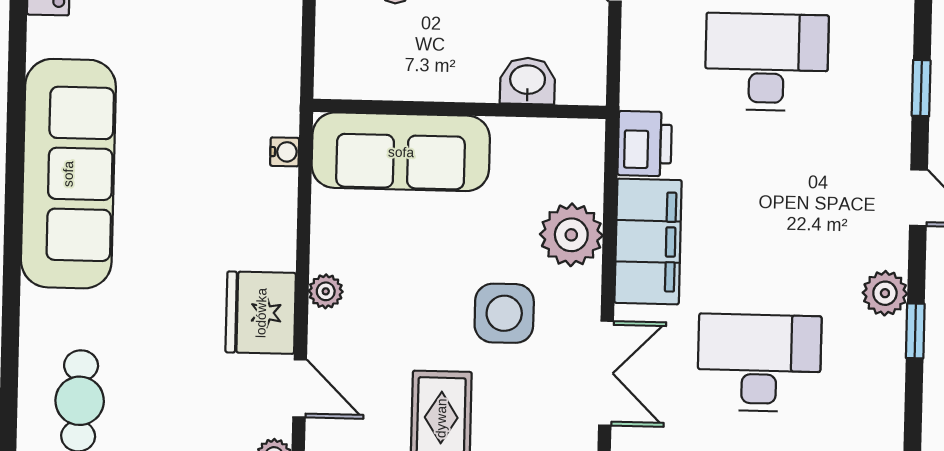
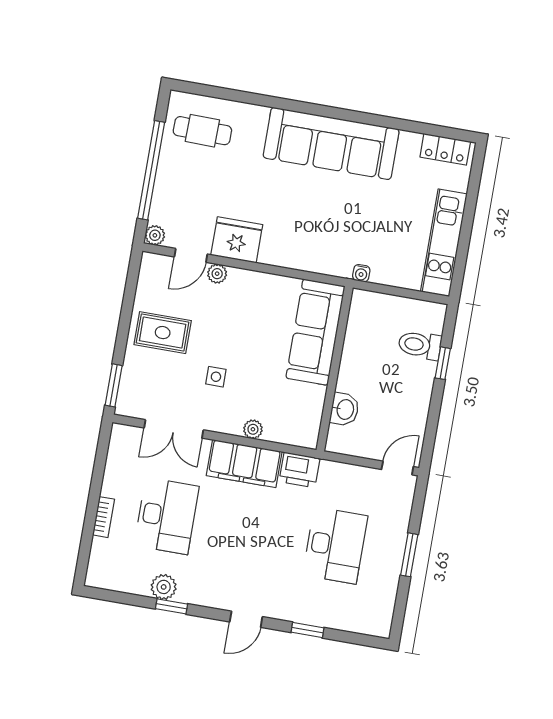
water cooler: (285, 152) -> (361, 273), moved
plant: (571, 235) -> (253, 429), width x0.53, depth x0.53
plant: (326, 291) -> (217, 274), moved
plant: (885, 293) -> (164, 587), moved
side table: (504, 313) -> (216, 377), width x0.54, depth x0.54

